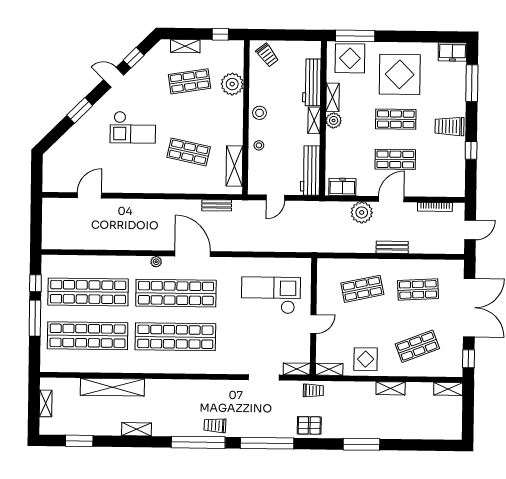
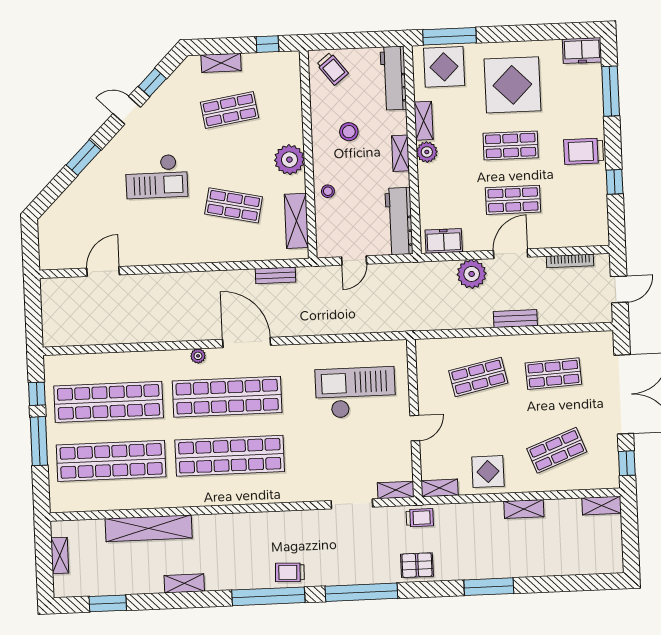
workbench: (312, 82) -> (393, 78), moved
plant: (232, 84) -> (289, 160), moved
stool: (259, 113) -> (349, 132), moved

